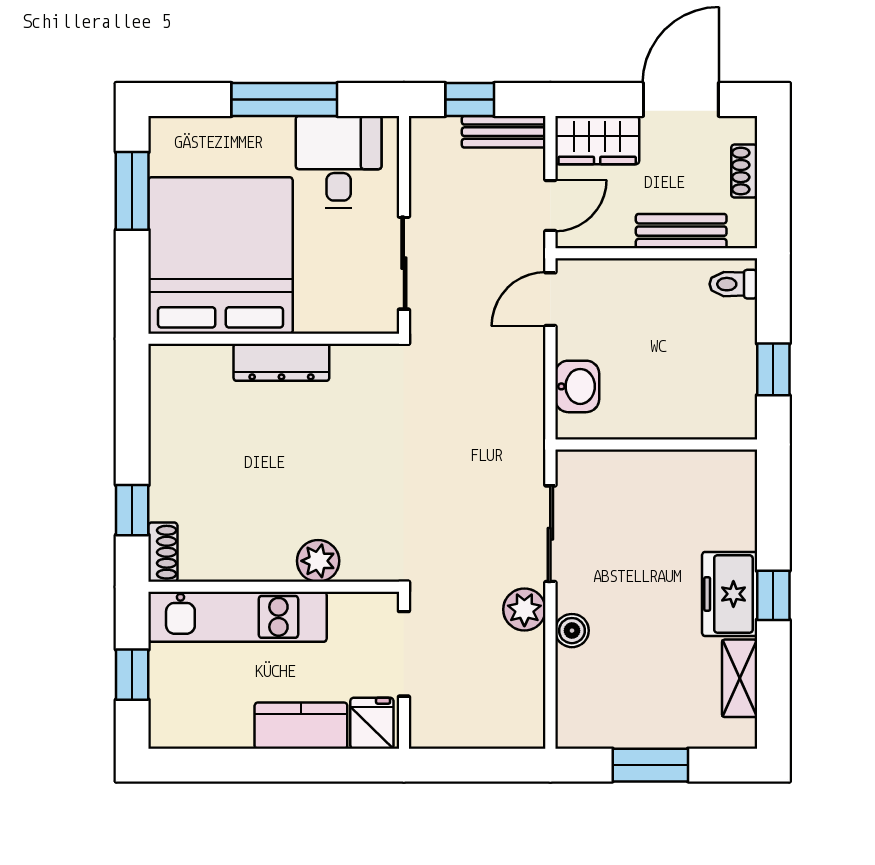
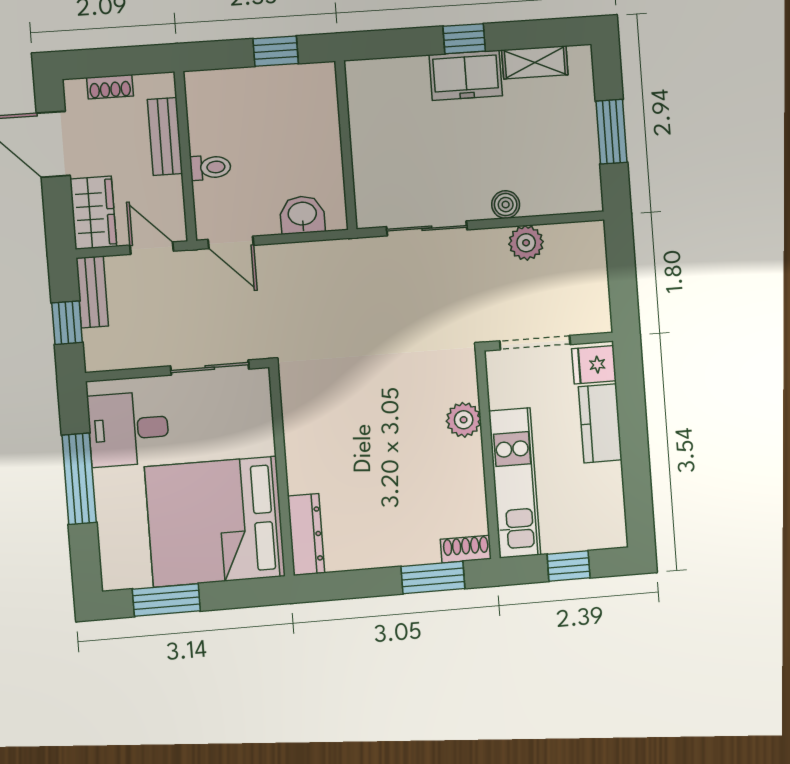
toilet: (733, 284) -> (210, 167), moved, turned -90
dresser: (281, 362) -> (306, 534), moved
window: (132, 510) -> (433, 577), width x1.50
plant: (524, 609) -> (526, 243), moved

